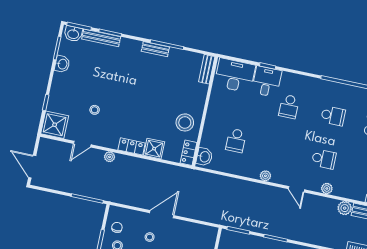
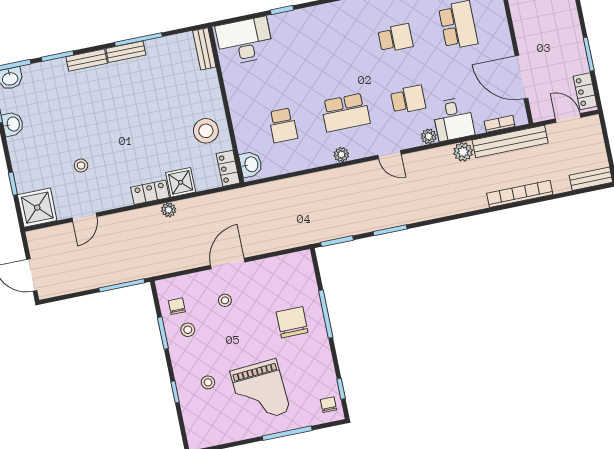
bench: (101, 38) -> (87, 60), moved, width x0.73
desk: (267, 82) -> (453, 119), moved, turned 180
school desk: (289, 107) -> (345, 112), moved, width x1.85
plant: (110, 157) -> (169, 210), moved

